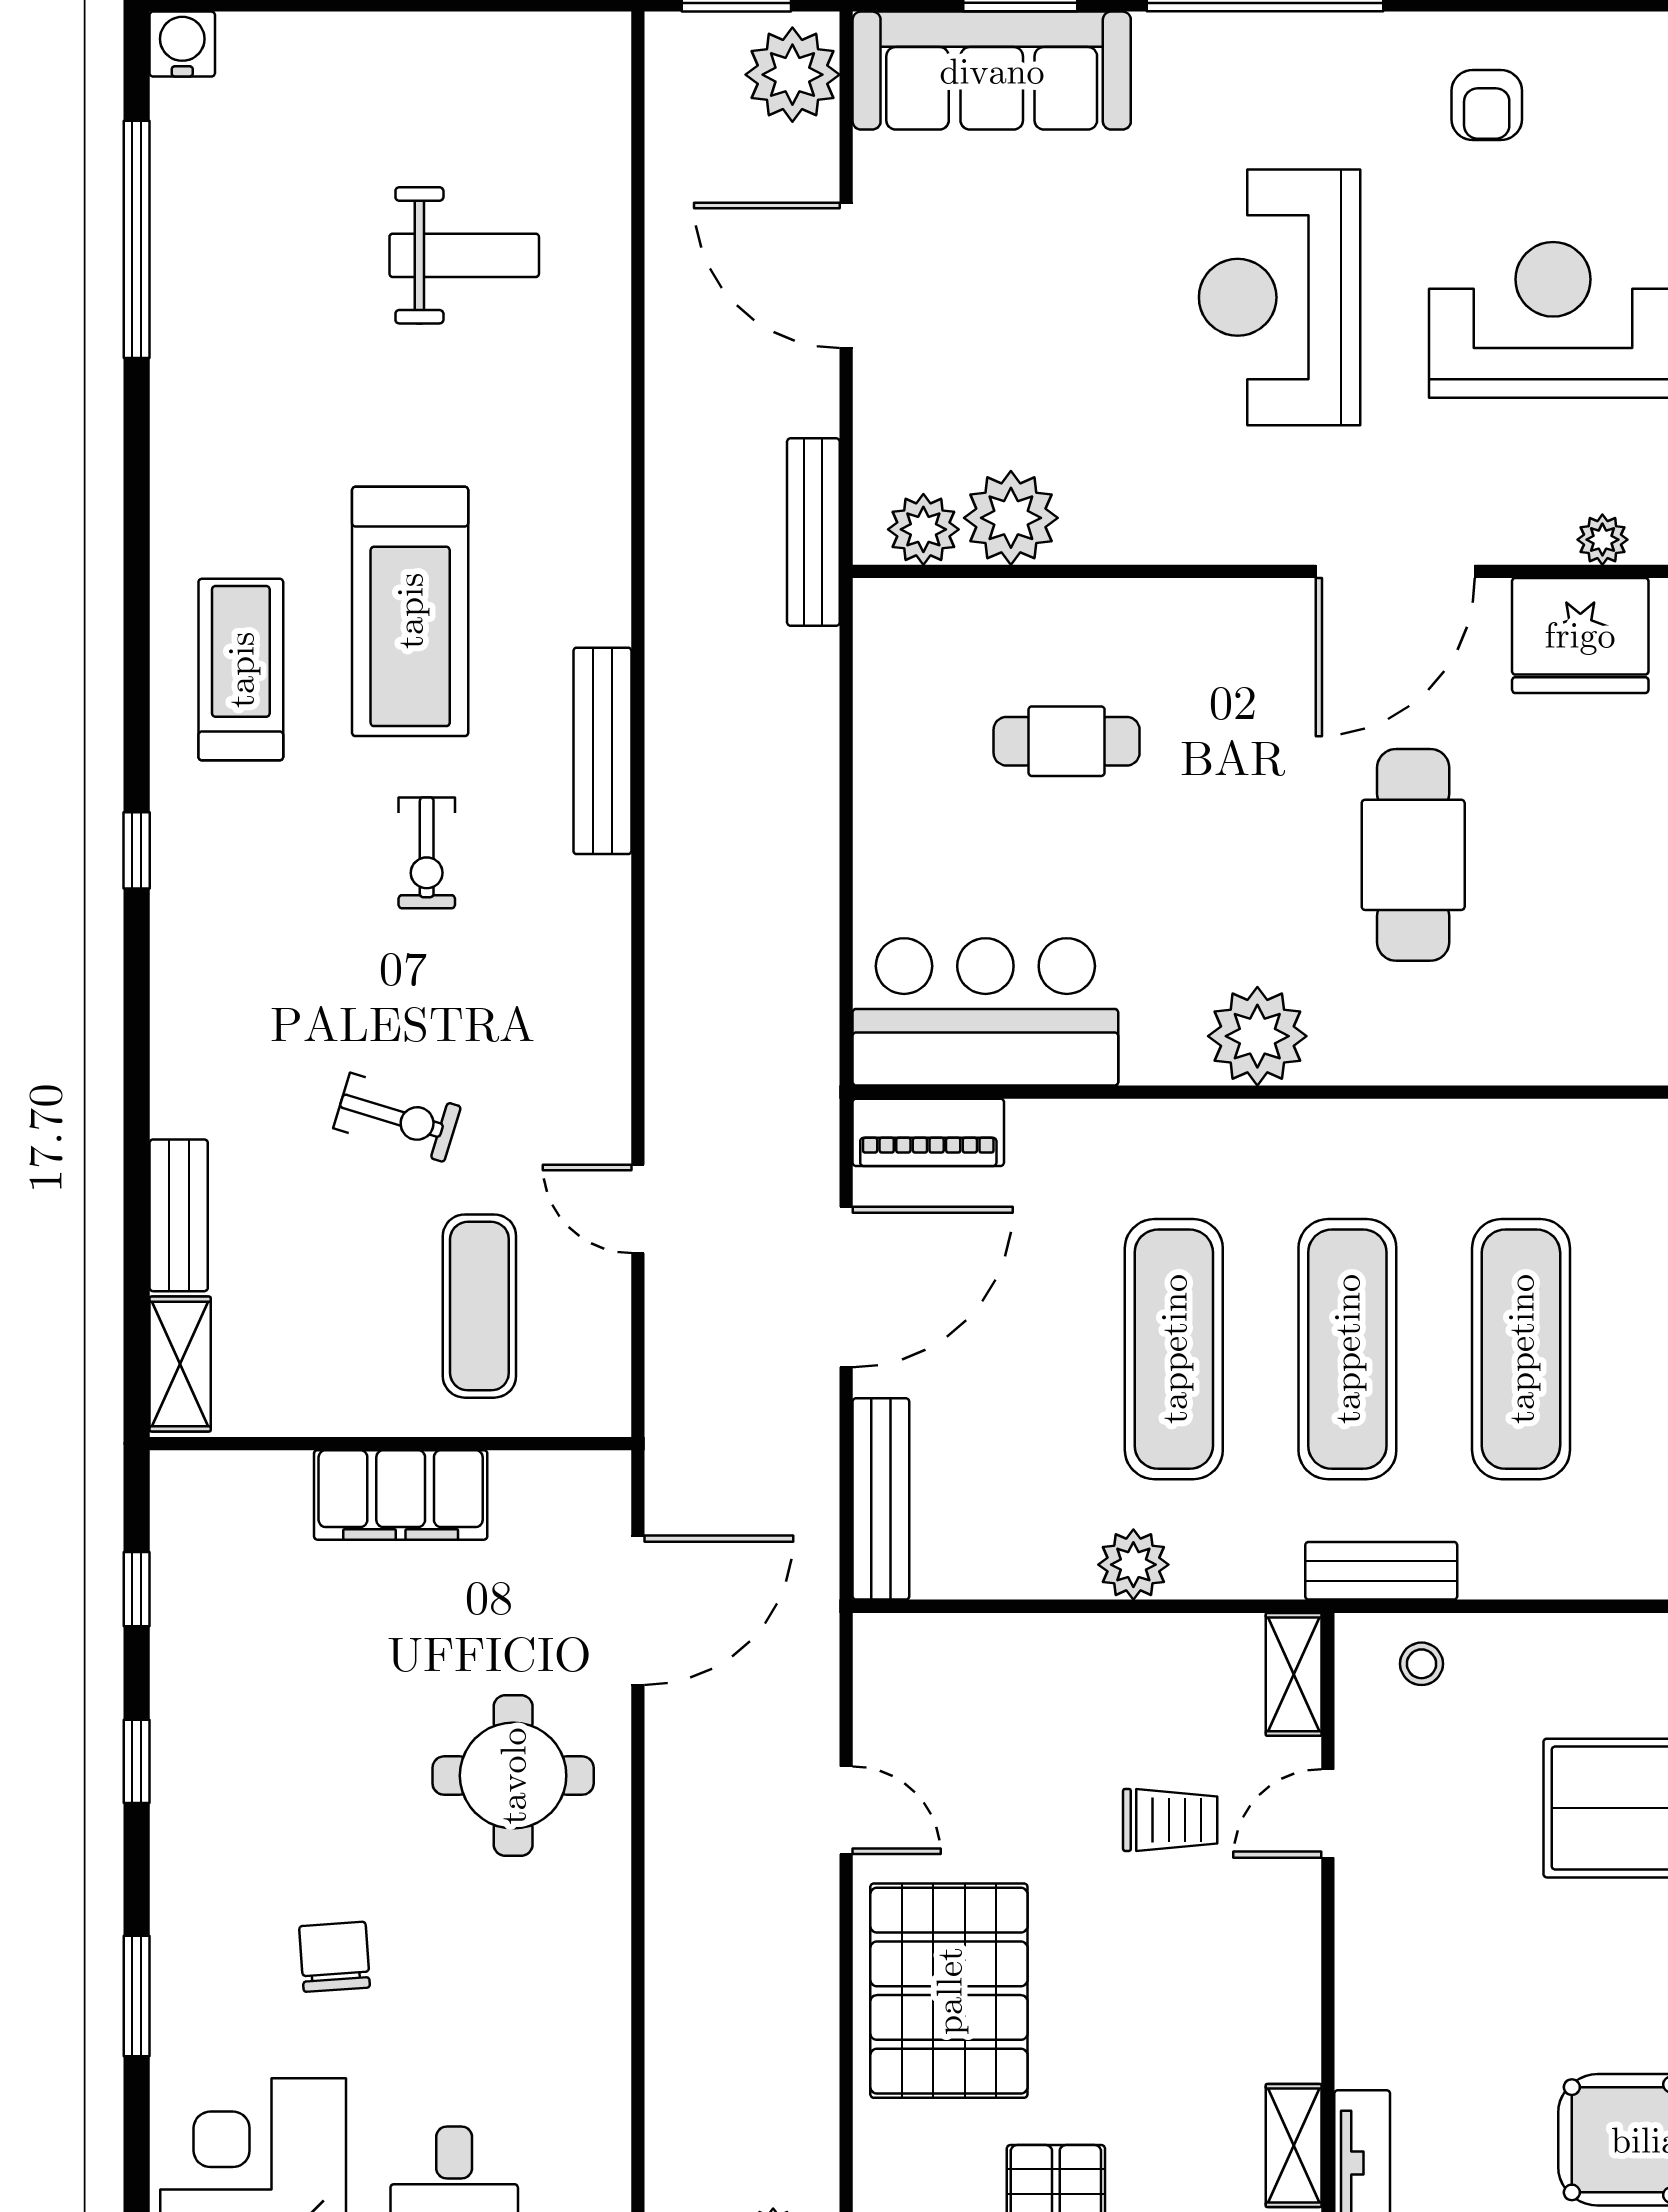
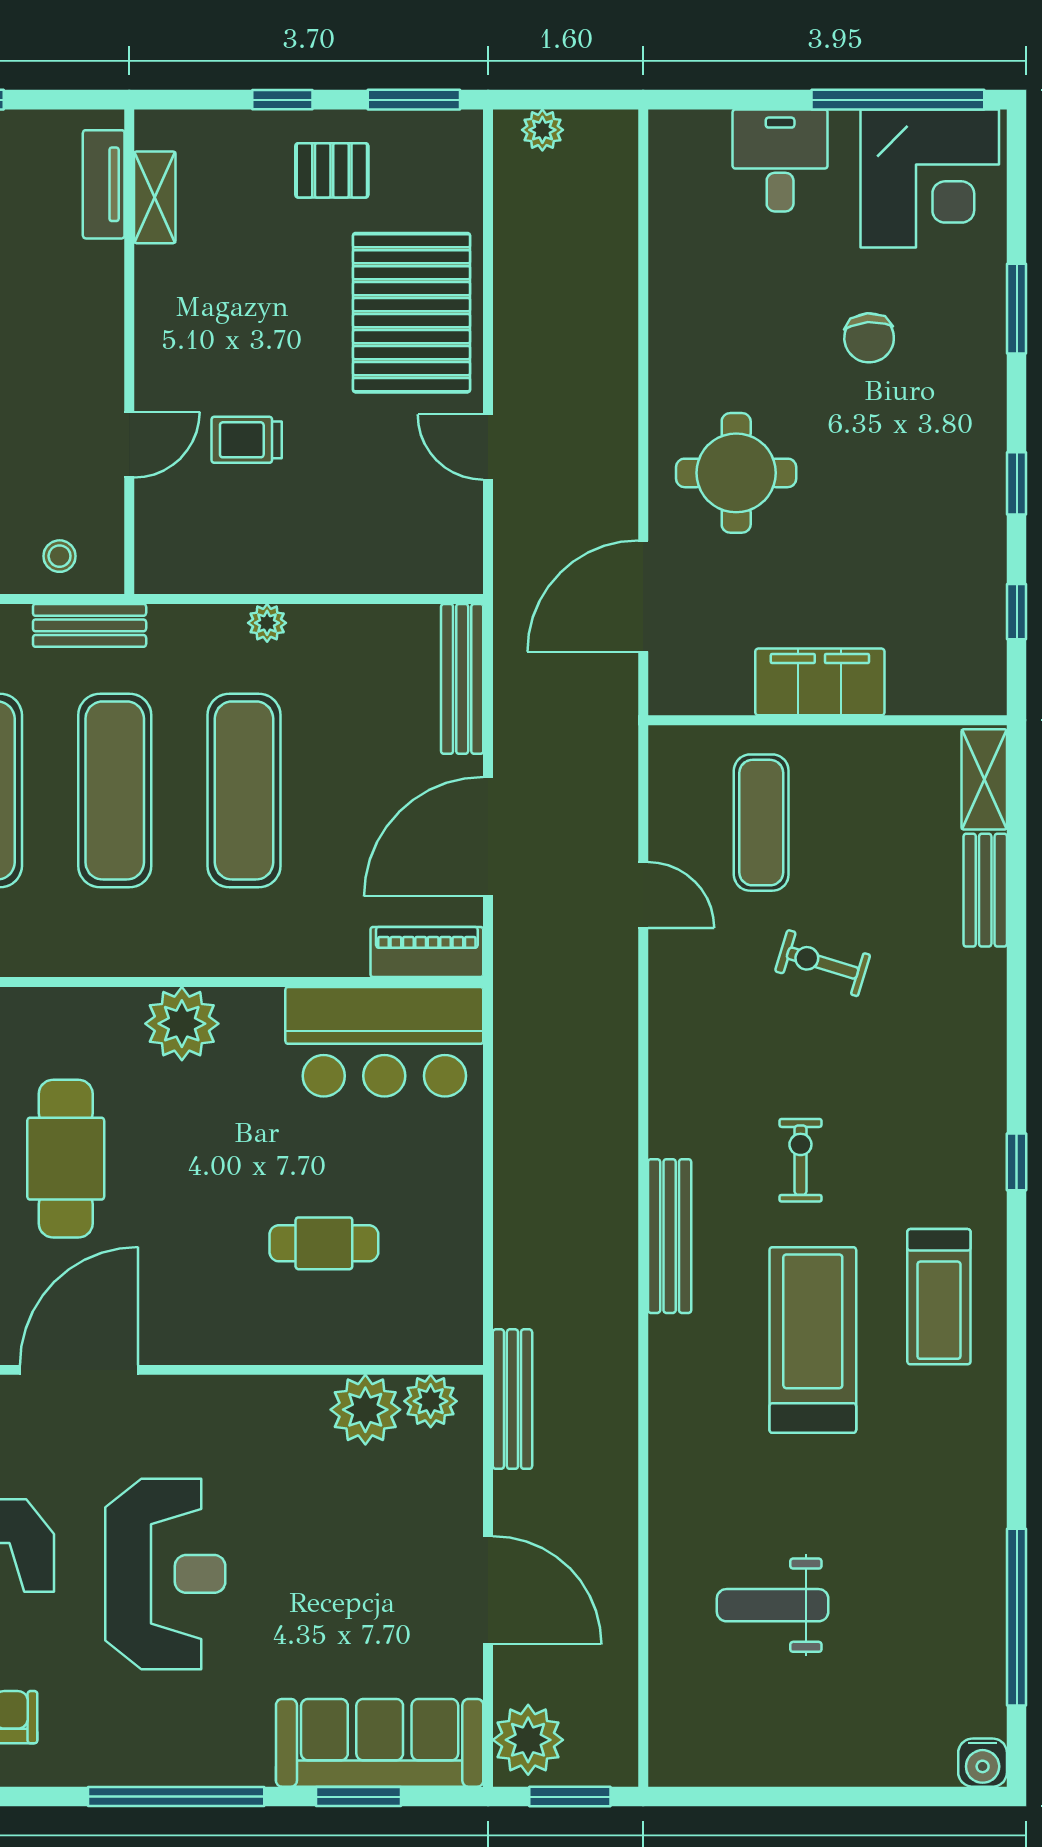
plant: (1133, 1565) -> (267, 623), width x0.73, depth x0.73
shelving: (1294, 1674) -> (155, 548), removed

